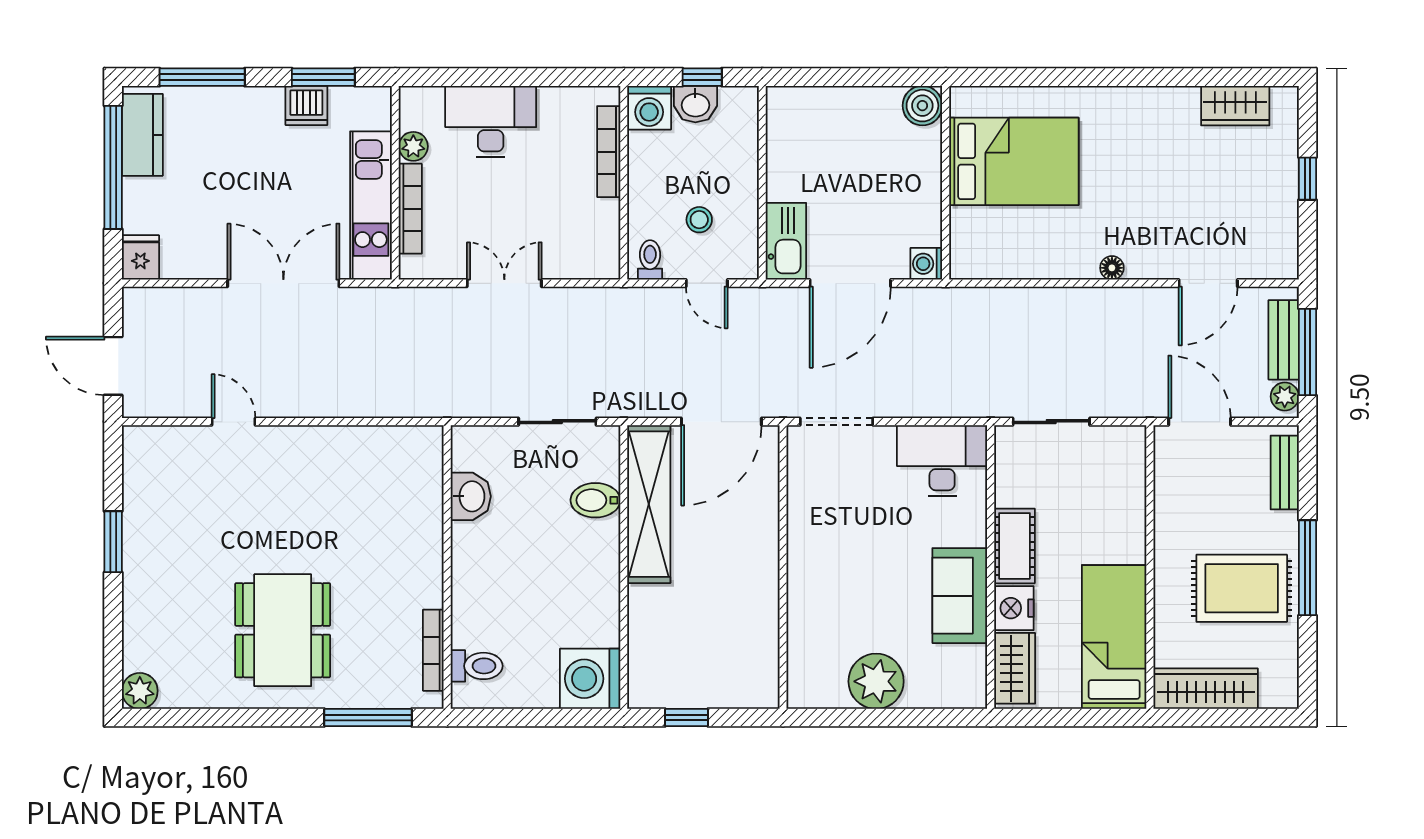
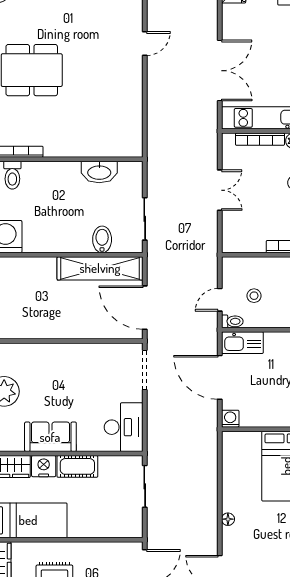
toilet: (650, 260) -> (232, 321), moved
washbasin: (471, 496) -> (99, 172), width x1.38

